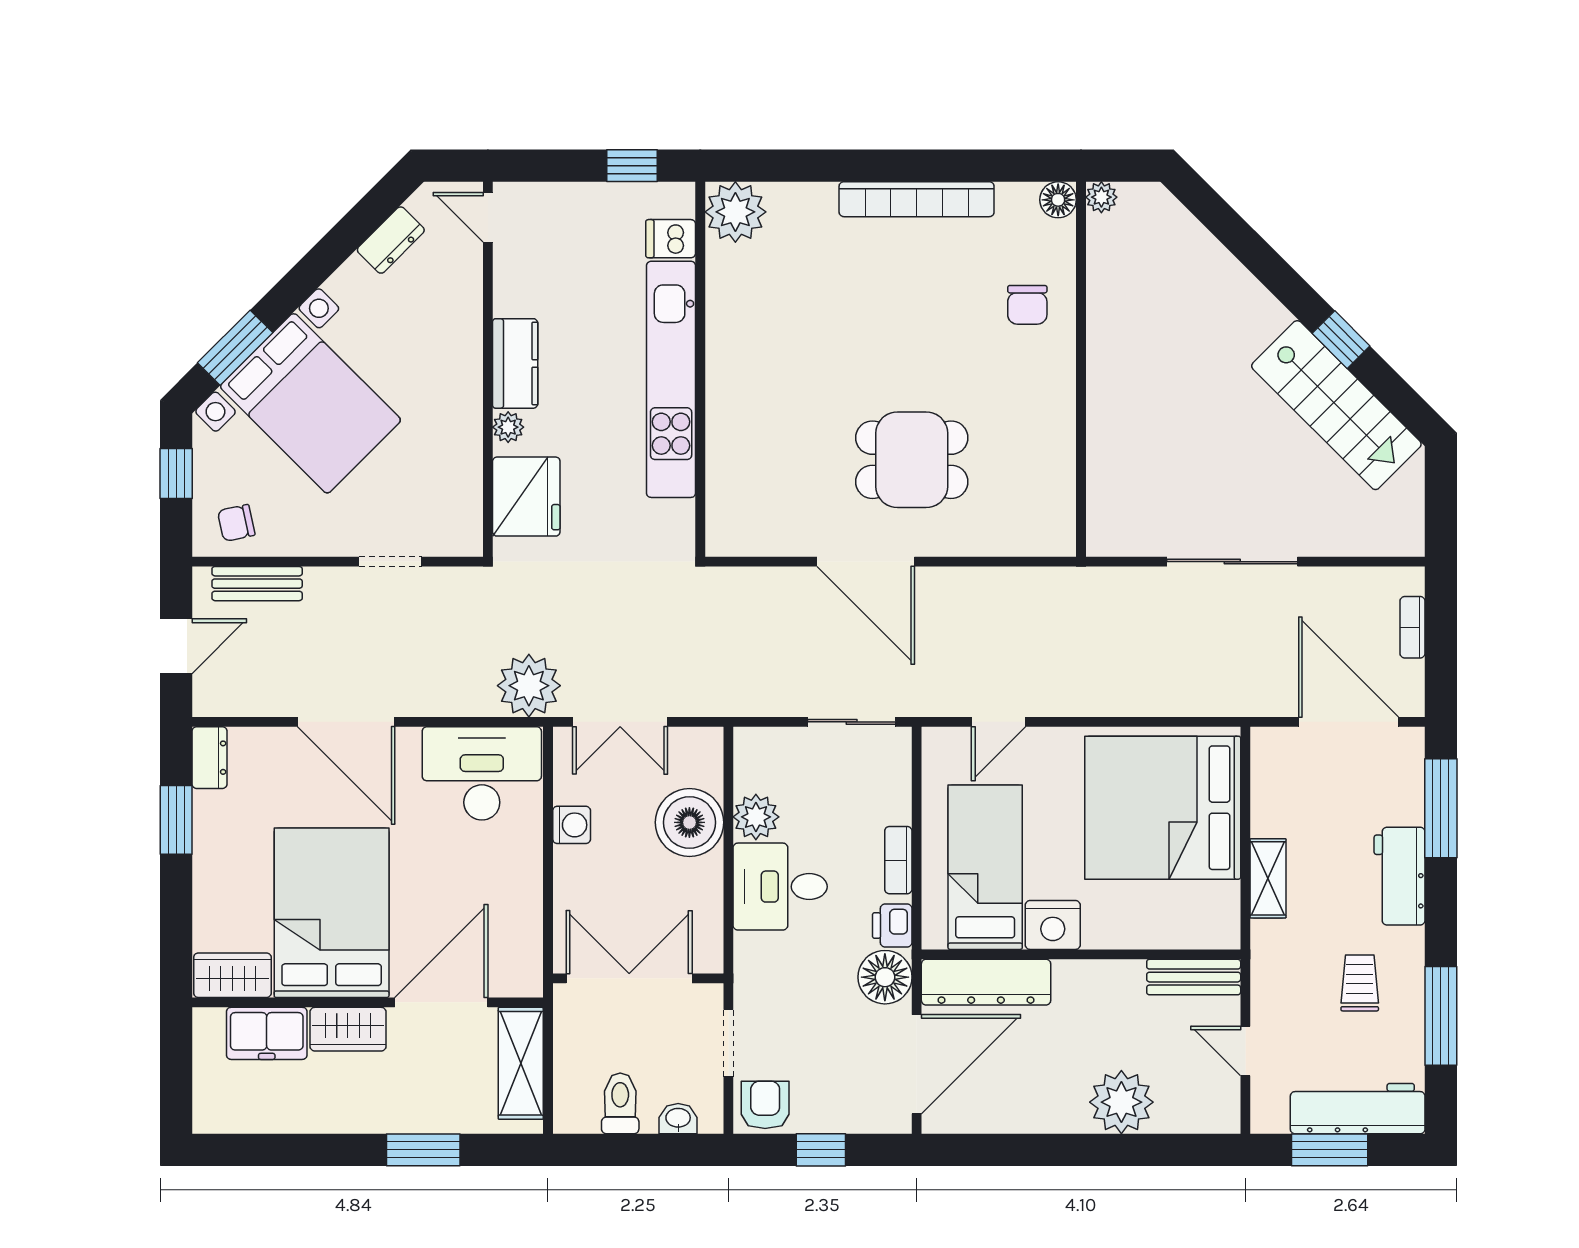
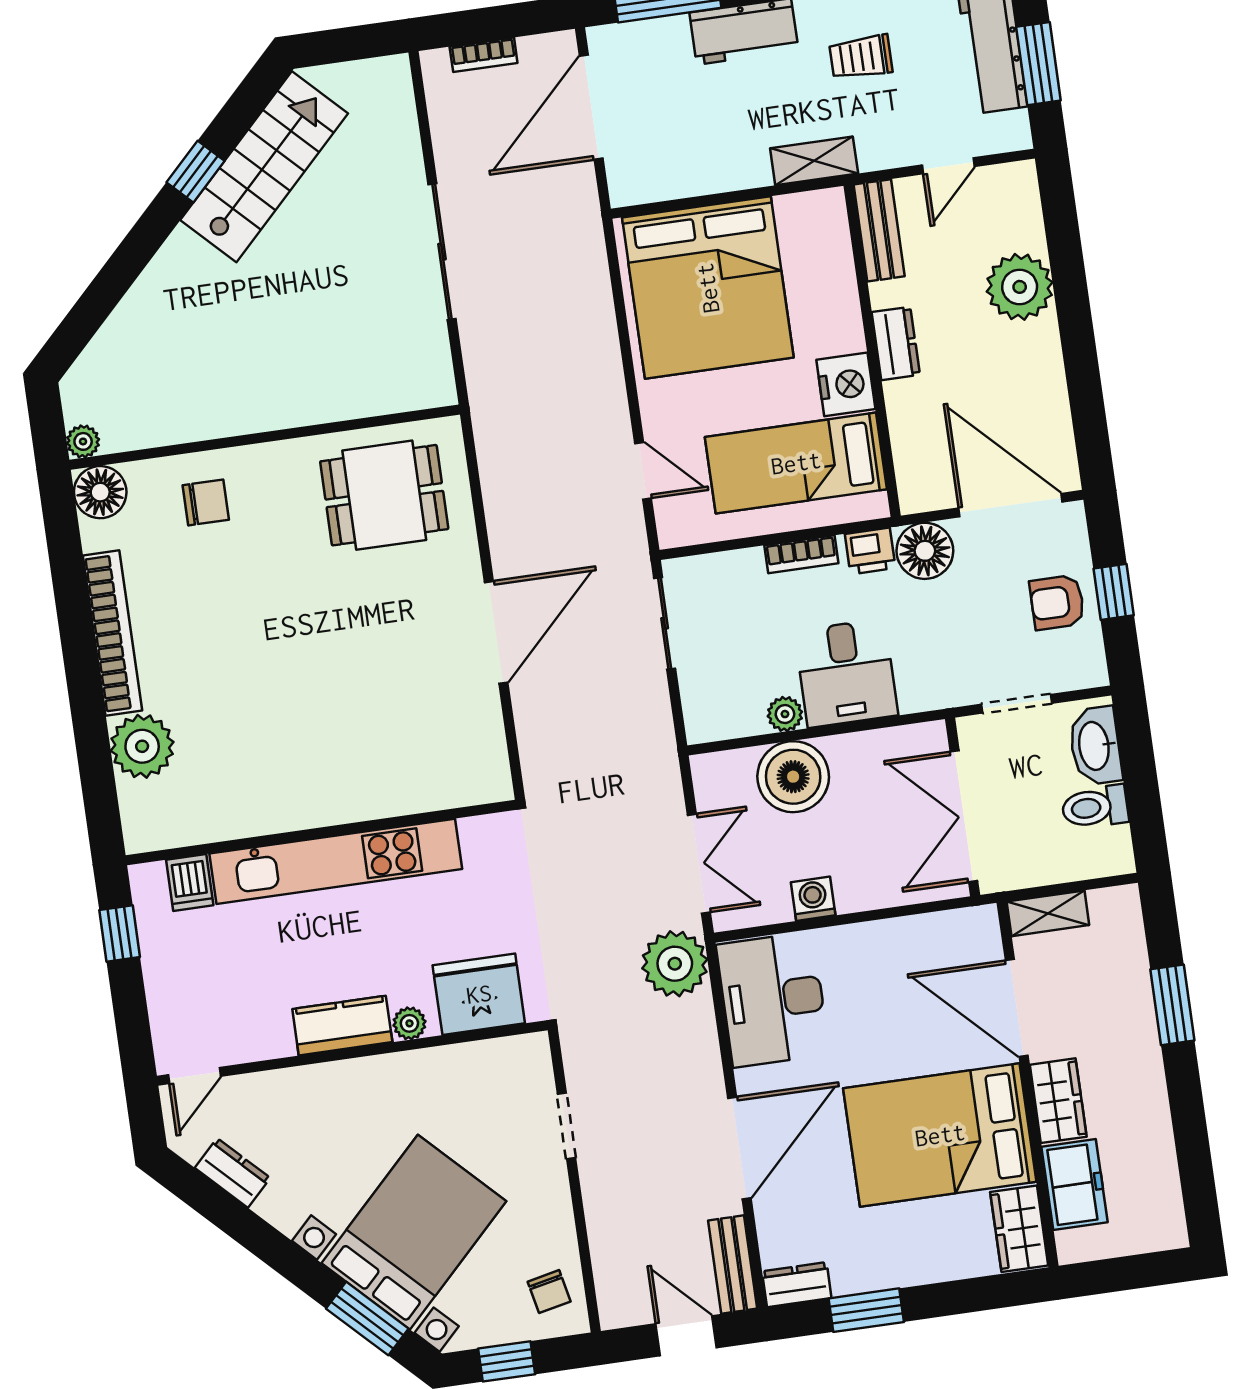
floor lamp: (1058, 200) -> (100, 492), width x1.38, depth x1.38
plant: (735, 212) -> (142, 746), moved
dining table: (912, 460) -> (384, 495), moved, turned 90
bench: (257, 584) -> (733, 1264), moved
plant: (756, 817) -> (785, 714), width x0.73, depth x0.73
shelving: (1268, 878) -> (814, 161), moved
dresser: (986, 982) -> (896, 343), moved, width x0.51, depth x0.80
shelving: (521, 1063) -> (1048, 913), width x0.67, depth x0.75
armchair: (765, 1105) -> (1057, 602), moved
washbasin: (678, 1119) -> (1095, 746), width x1.91, depth x1.45

